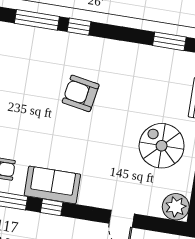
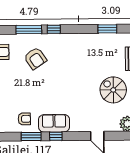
armchair: (81, 93) -> (35, 58), moved, turned -134

